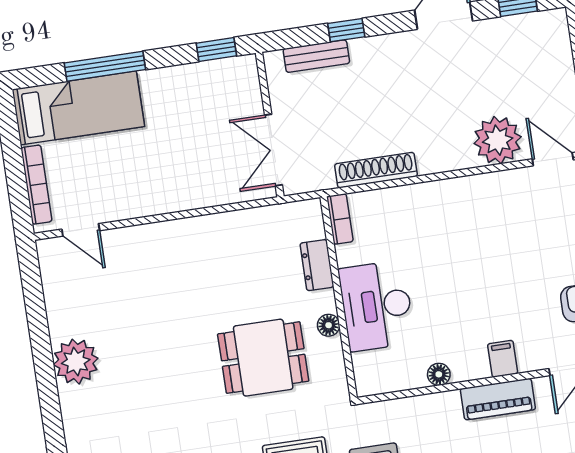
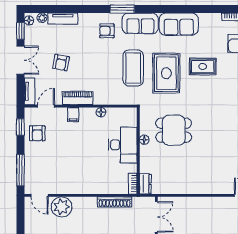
dresser: (317, 265) -> (145, 184), moved

